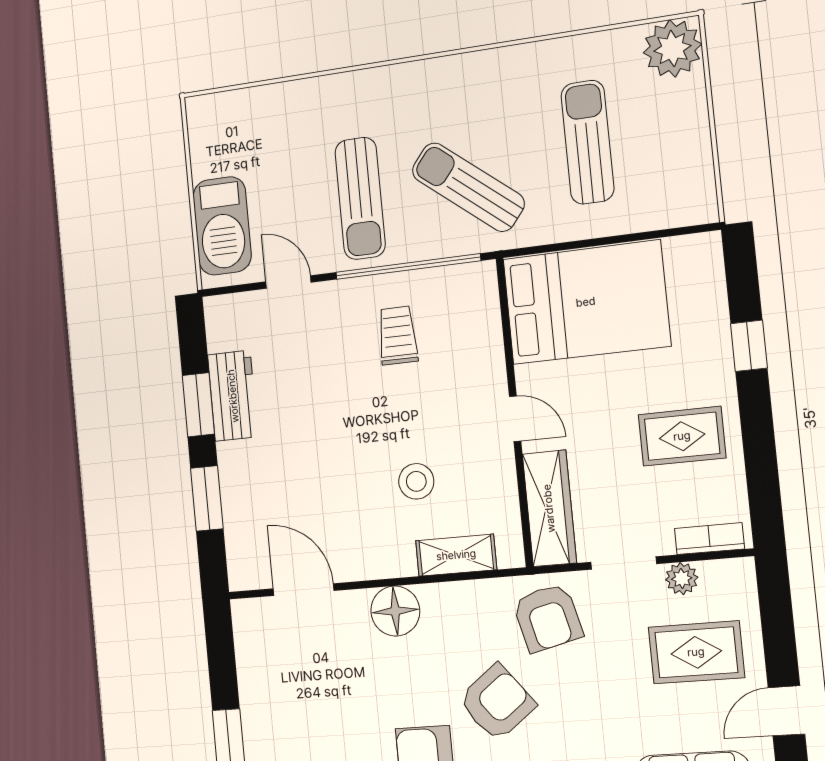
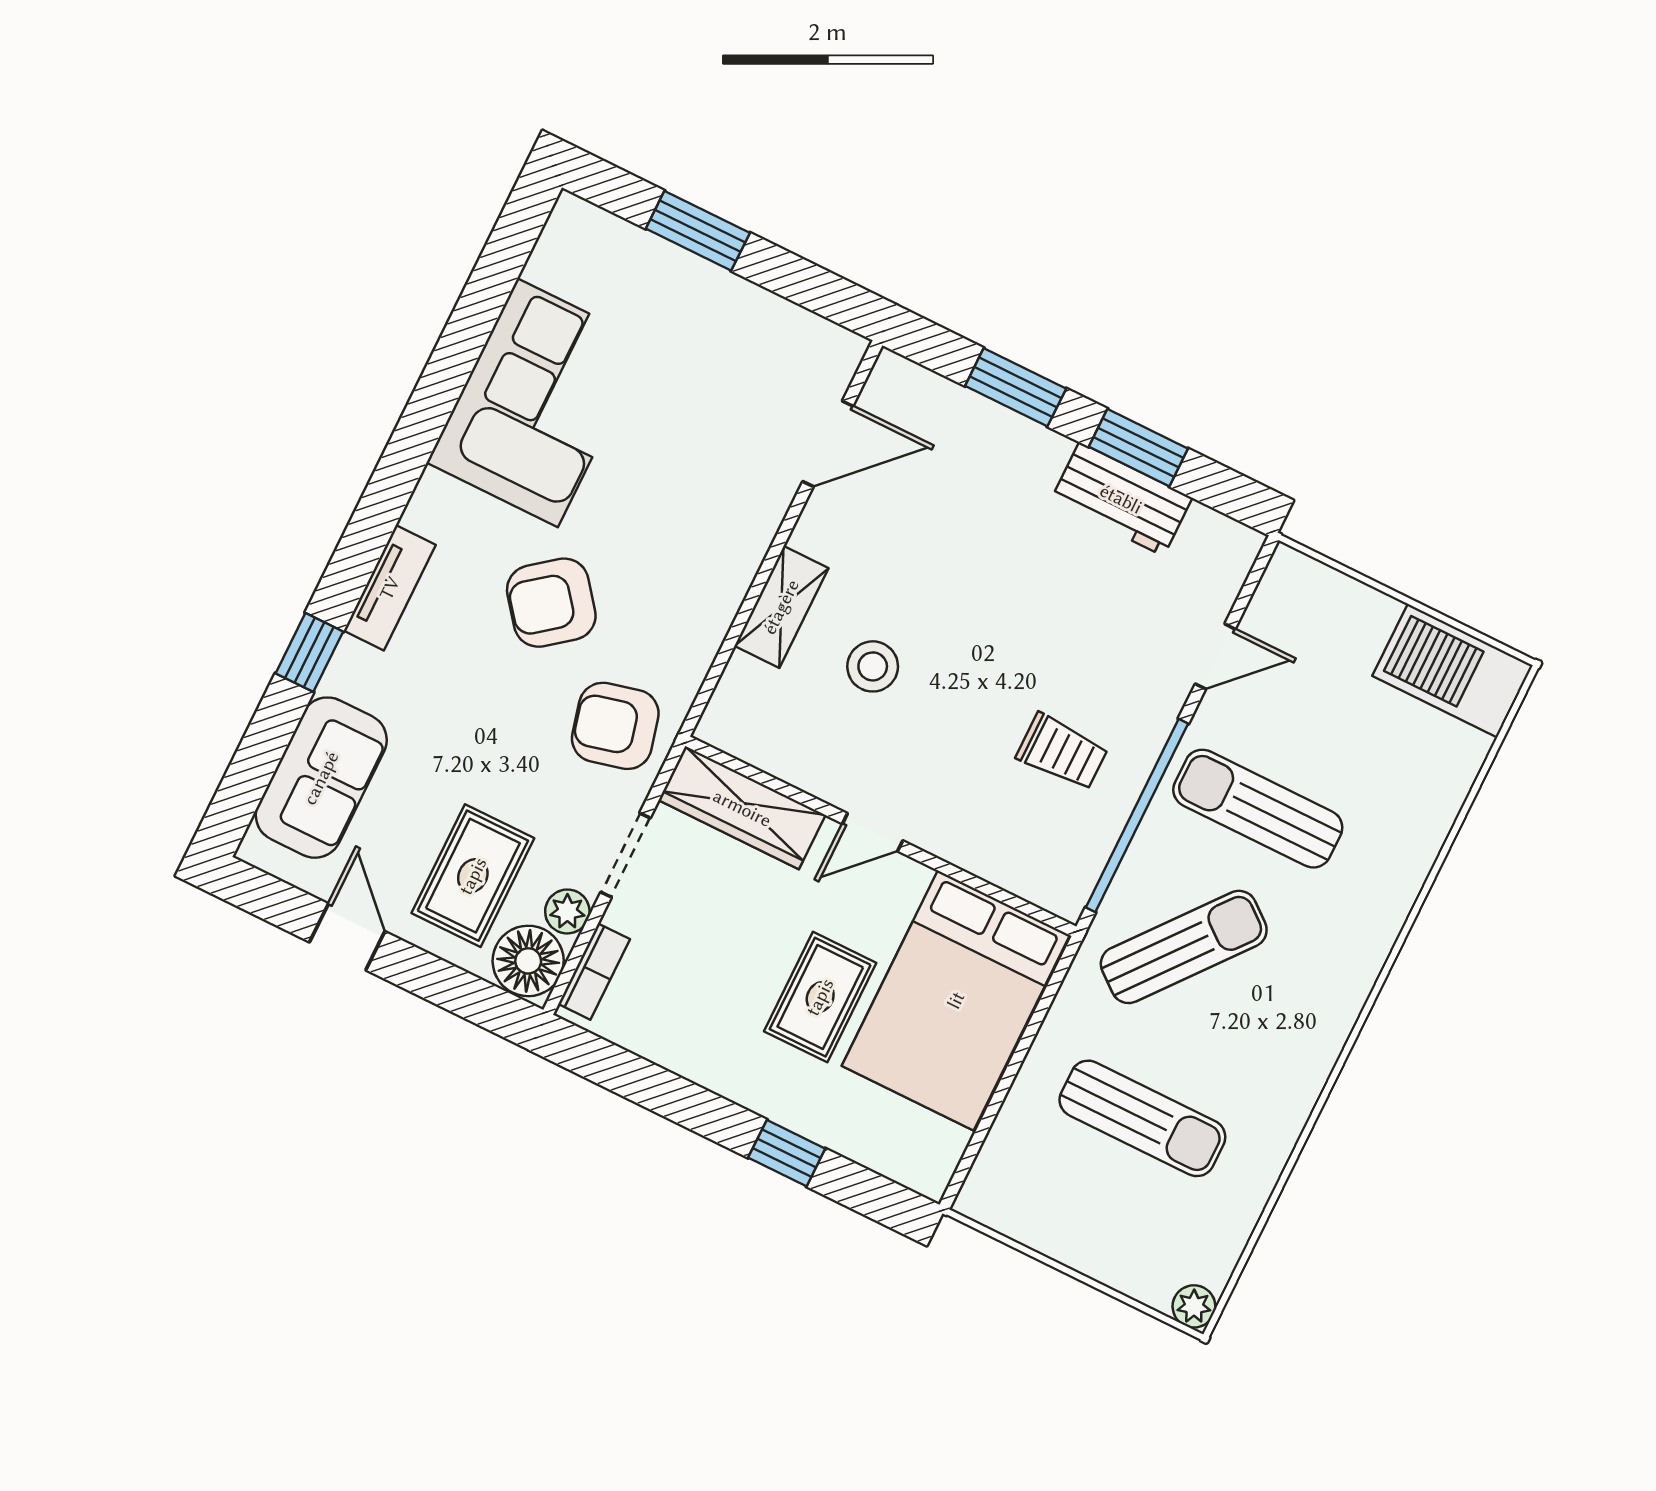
plant: (672, 48) -> (1194, 1306), width x0.53, depth x0.53
barbecue: (222, 226) -> (1453, 671), moved
rug: (682, 436) -> (820, 997), moved
shelving: (456, 555) -> (781, 607), moved
floor lamp: (395, 611) -> (528, 961), moved
armchair: (497, 702) -> (551, 603), turned 90

